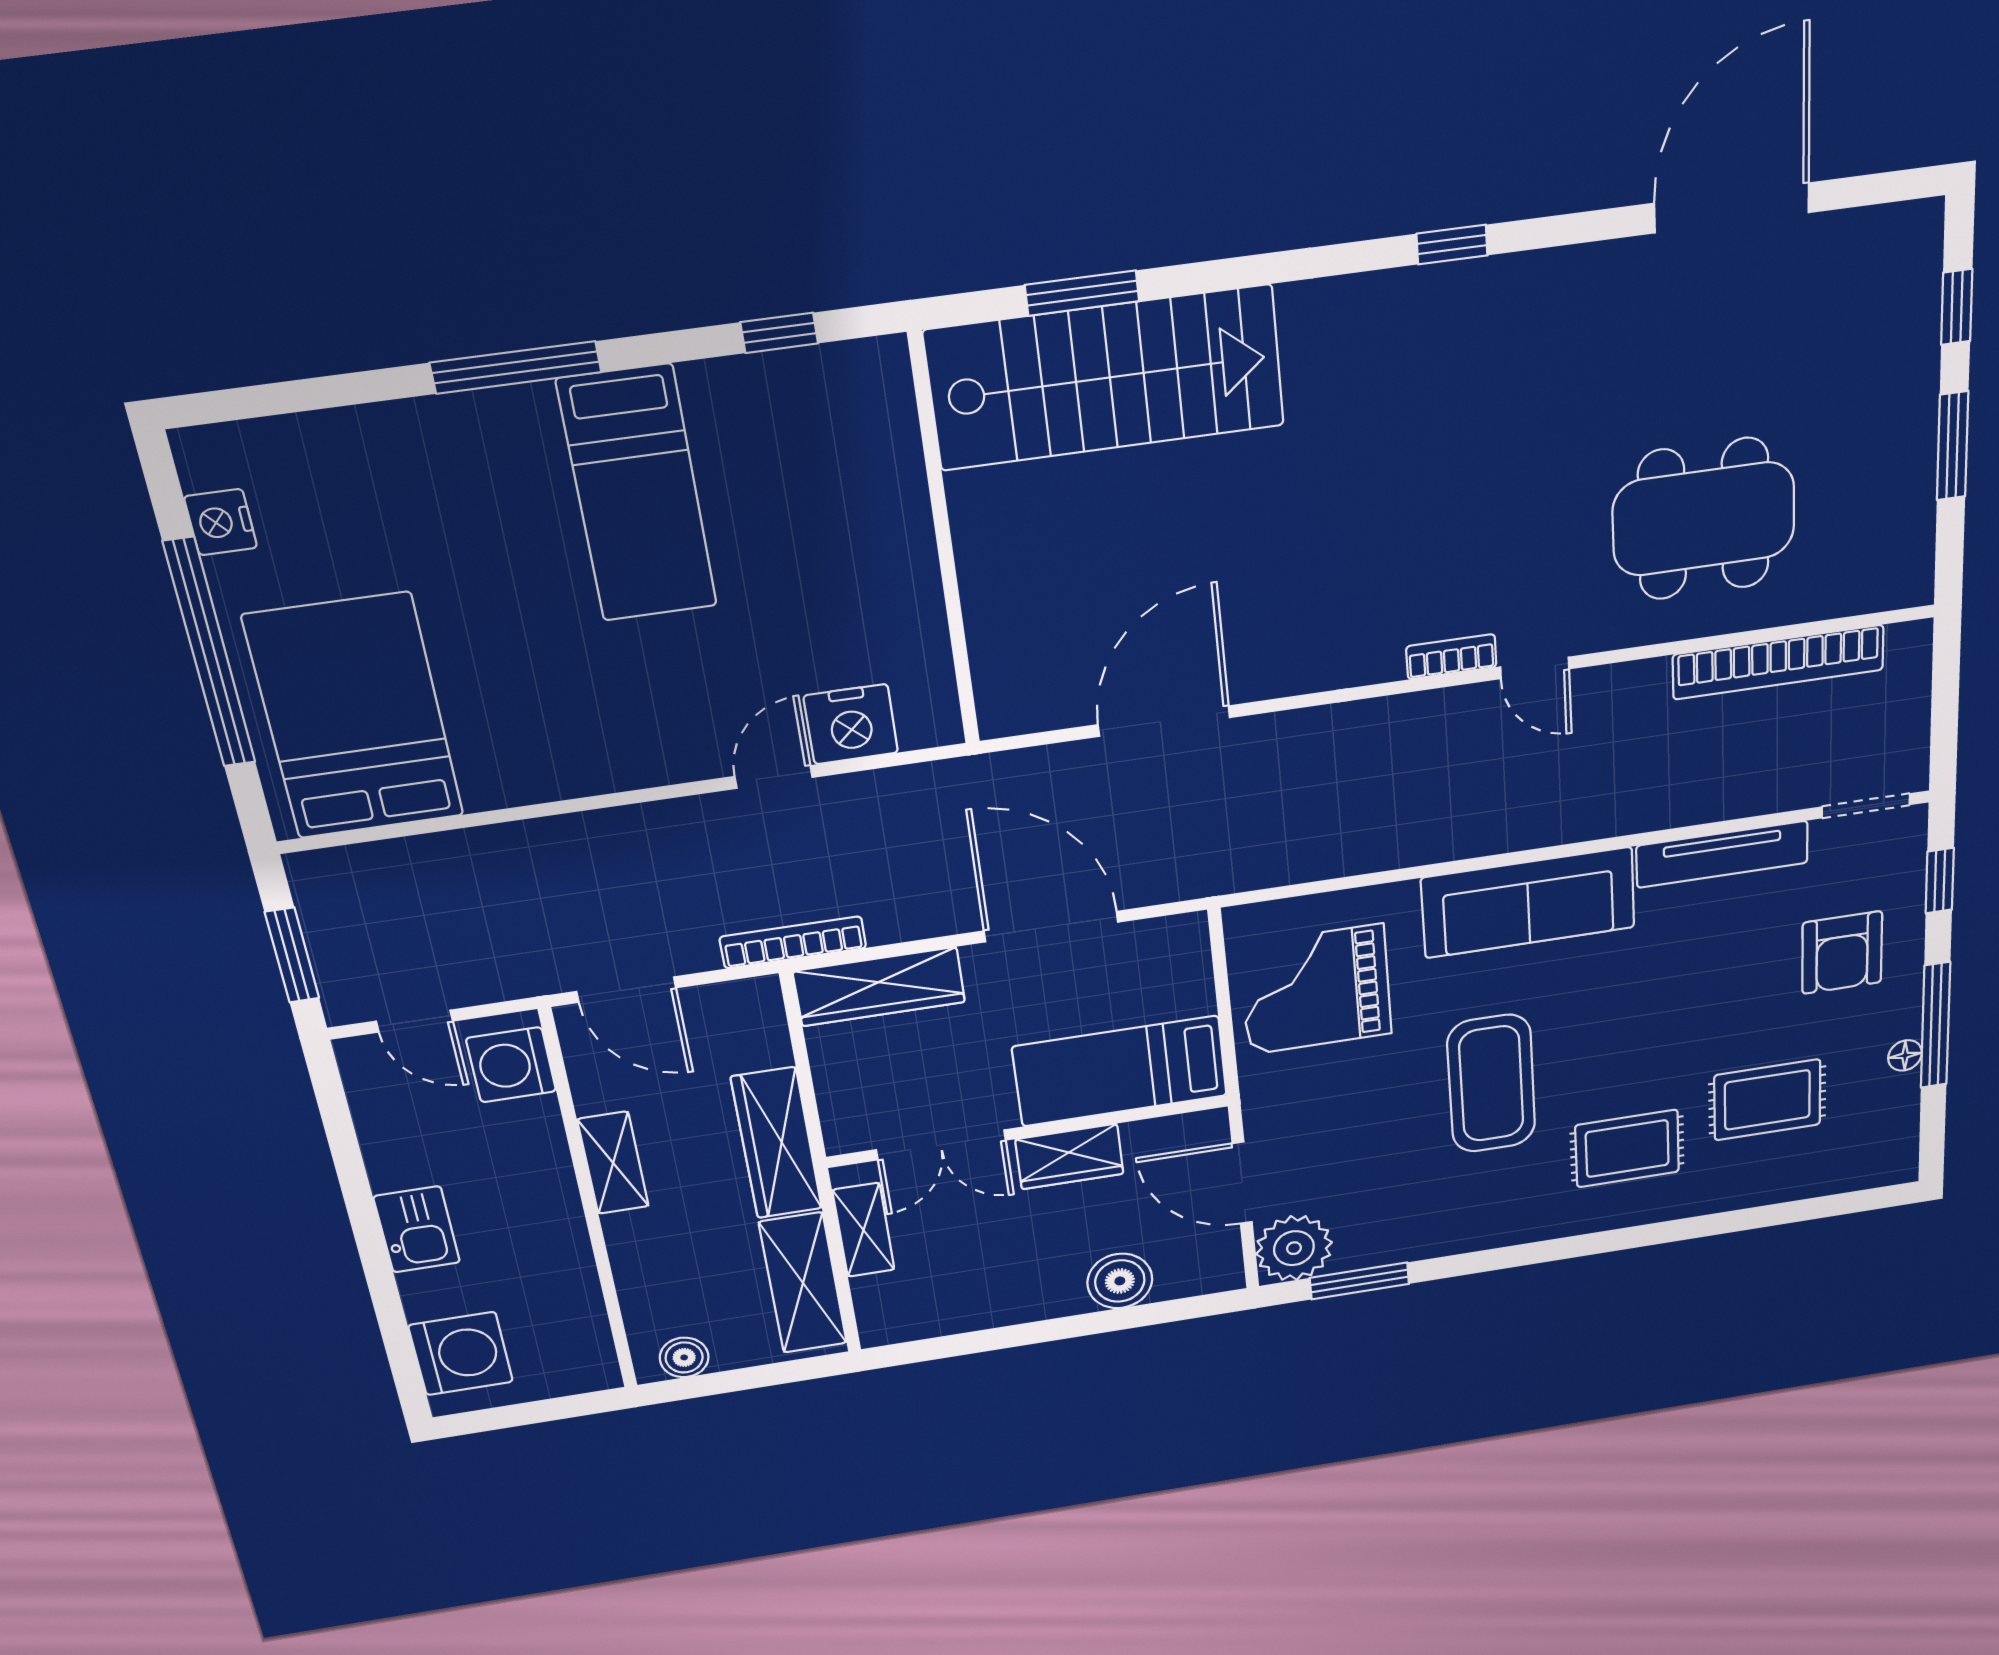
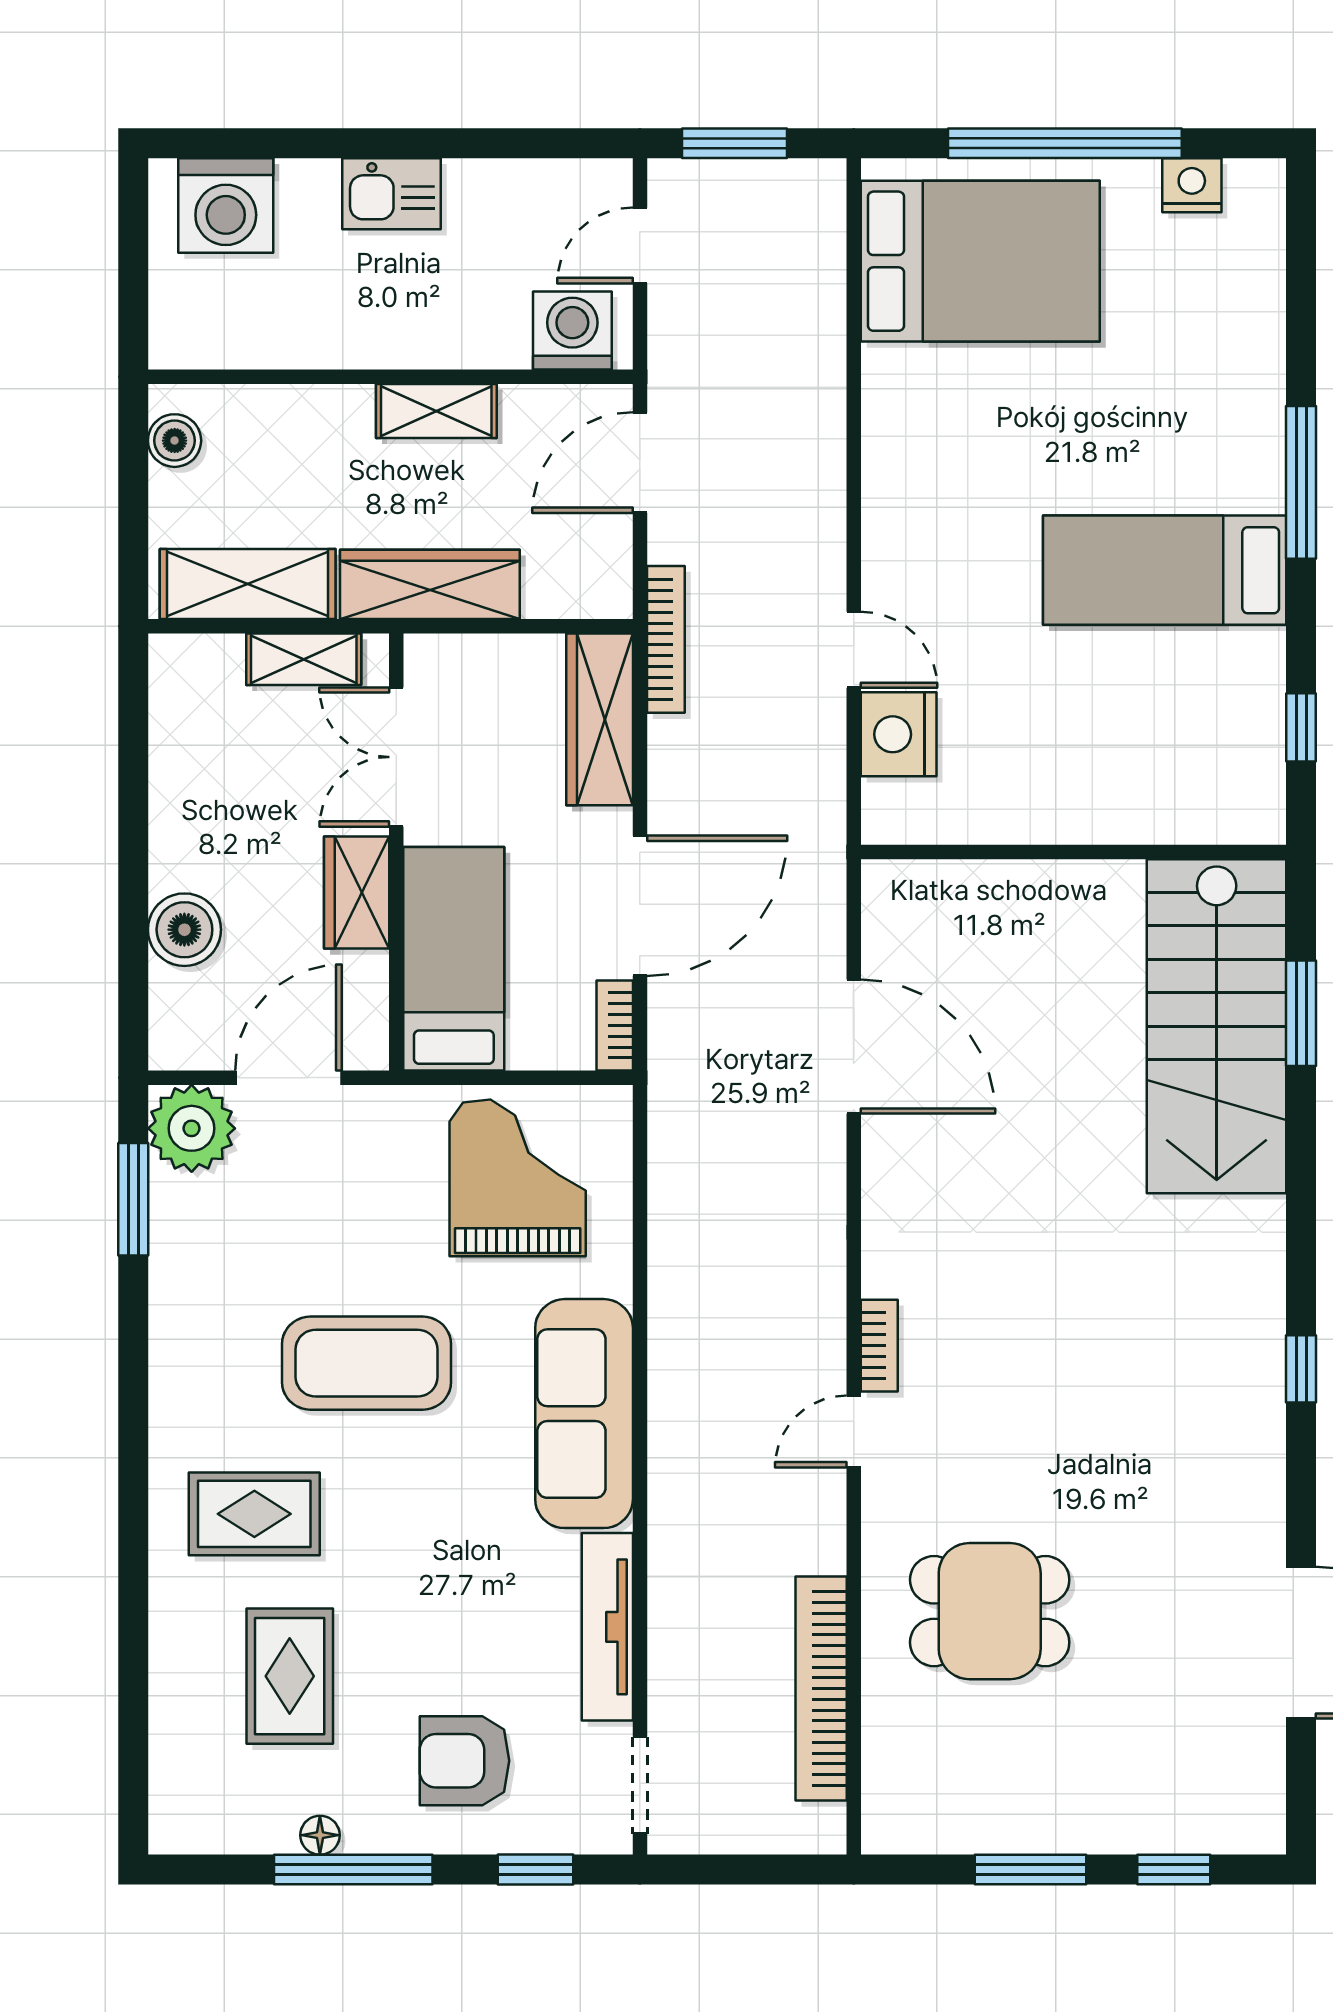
dining table: (1704, 519) -> (990, 1611), width x0.73
bookcase: (1167, 931) -> (615, 1025), added
rug: (1627, 1149) -> (254, 1514), turned 90

